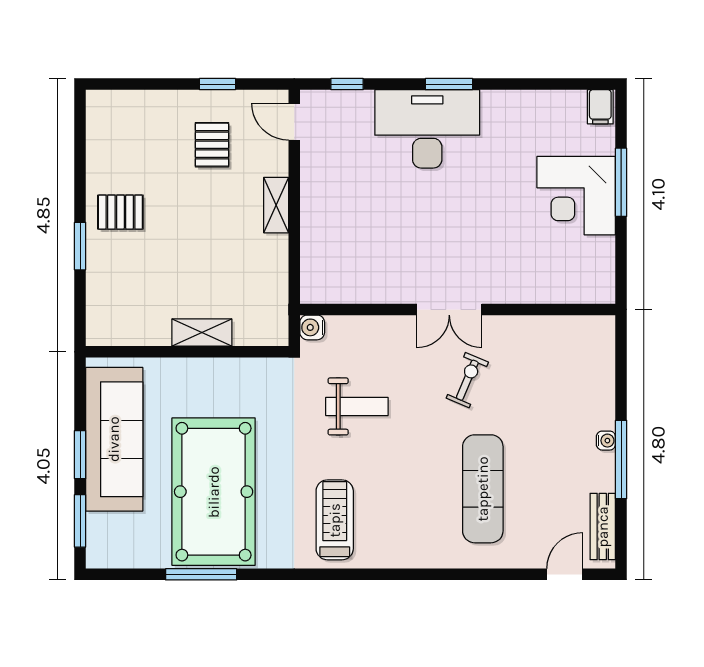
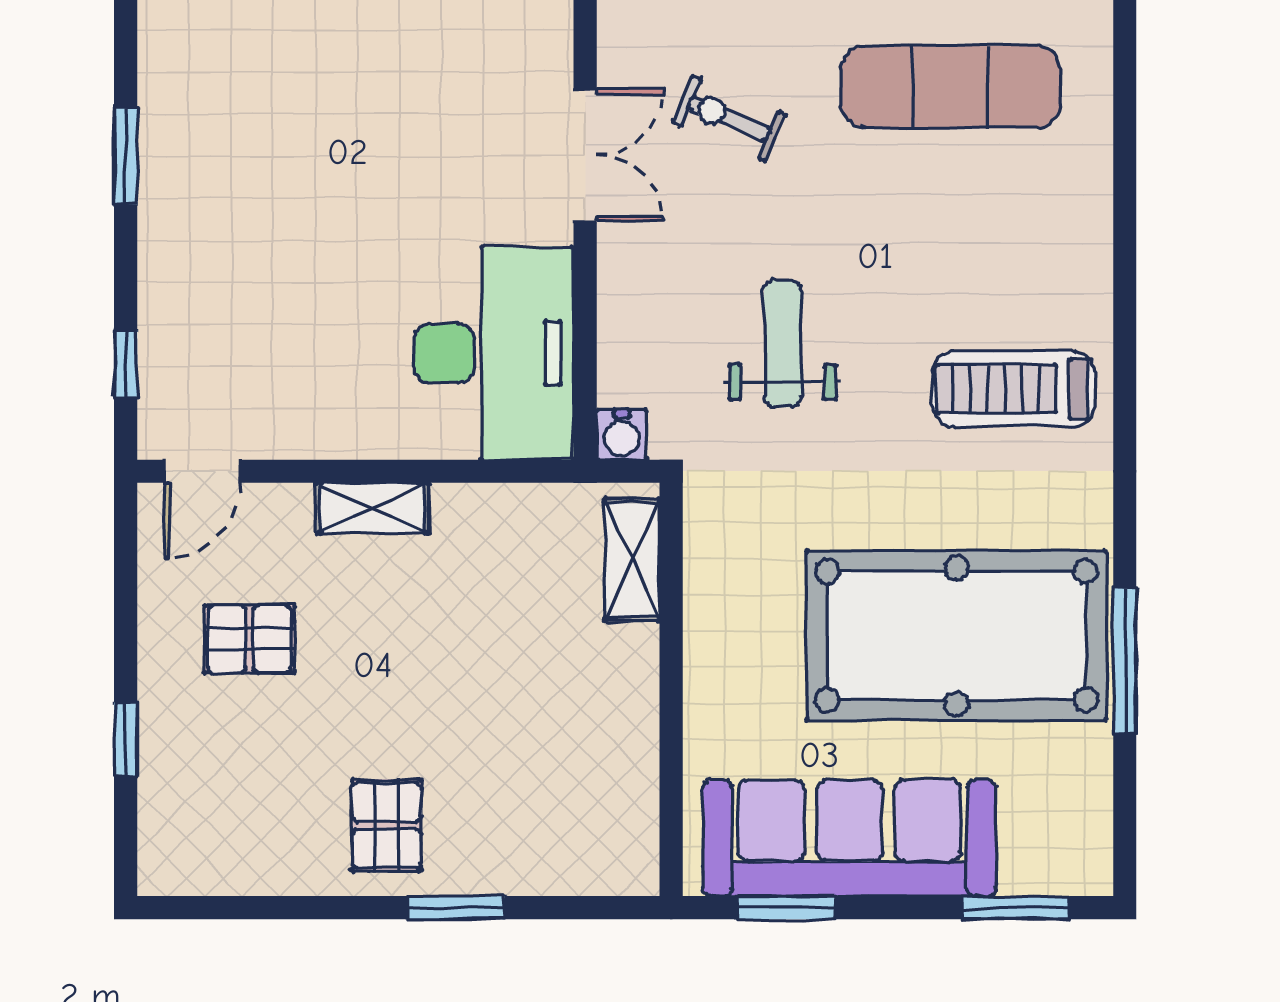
window: (218, 84) -> (126, 739), moved
desk: (427, 129) -> (494, 353), moved, turned 180
shelving: (202, 333) -> (632, 560), moved
window: (80, 455) -> (786, 908), moved

